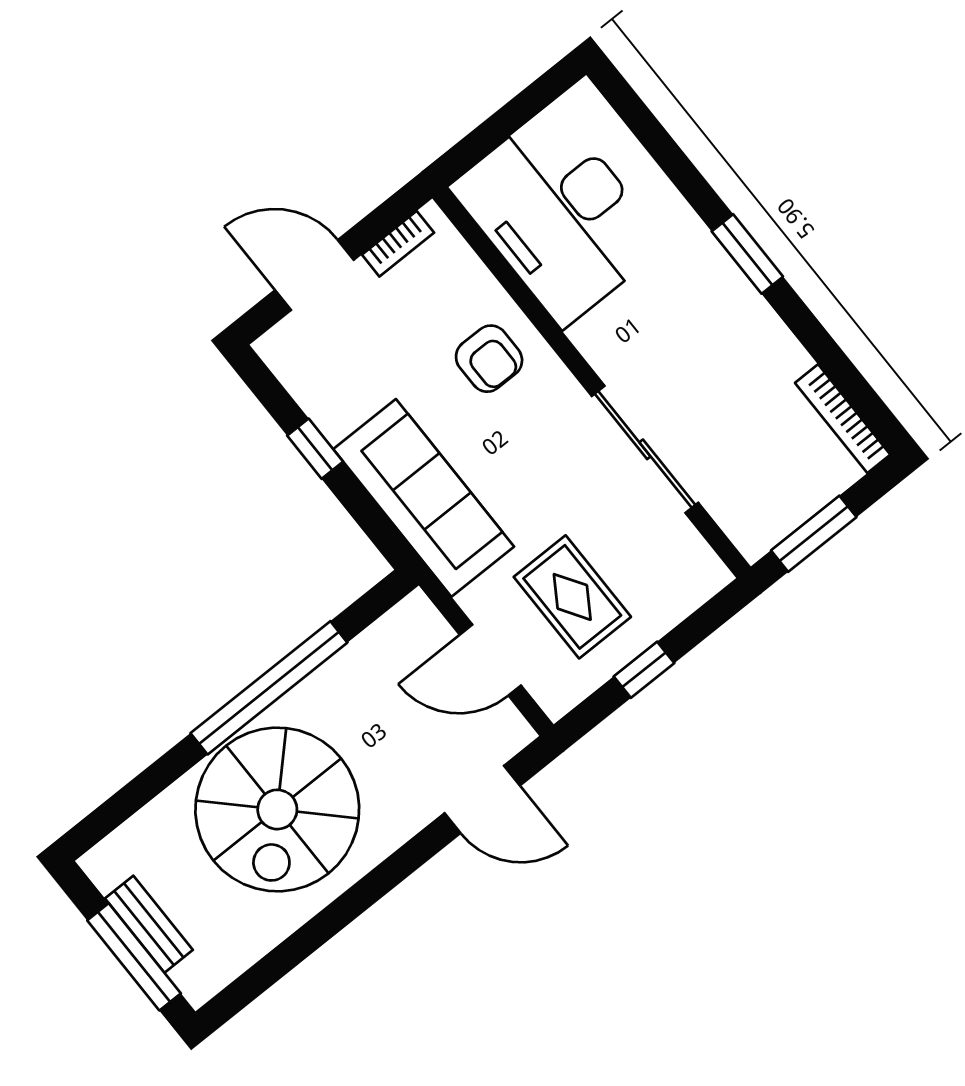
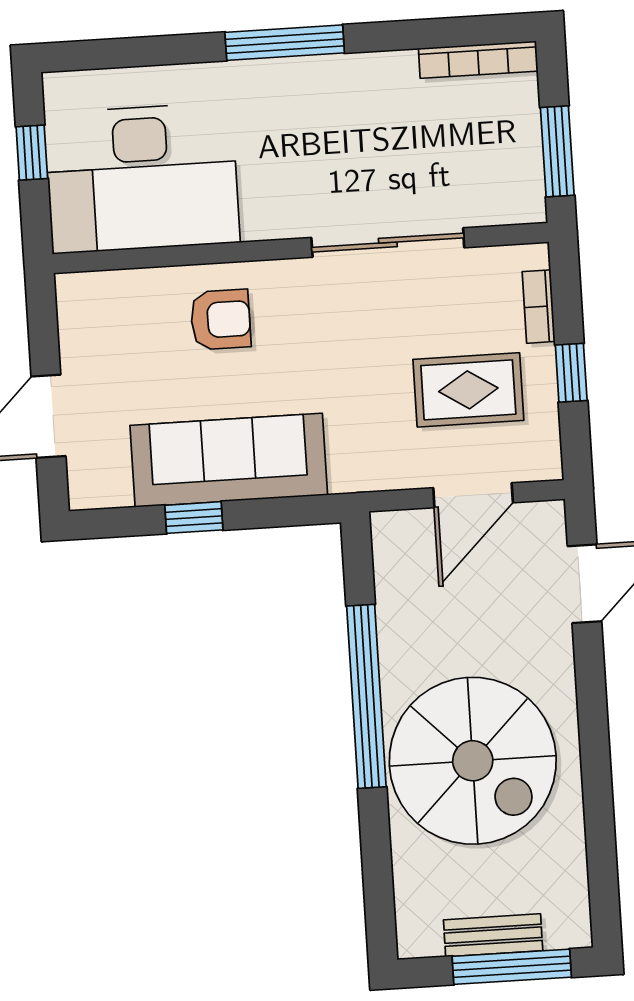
window: (517, 113) -> (32, 153), added
bookcase: (398, 244) -> (539, 307), moved, turned 180
window: (747, 254) -> (285, 43), width x1.44
sofa: (424, 498) -> (229, 460), moved

